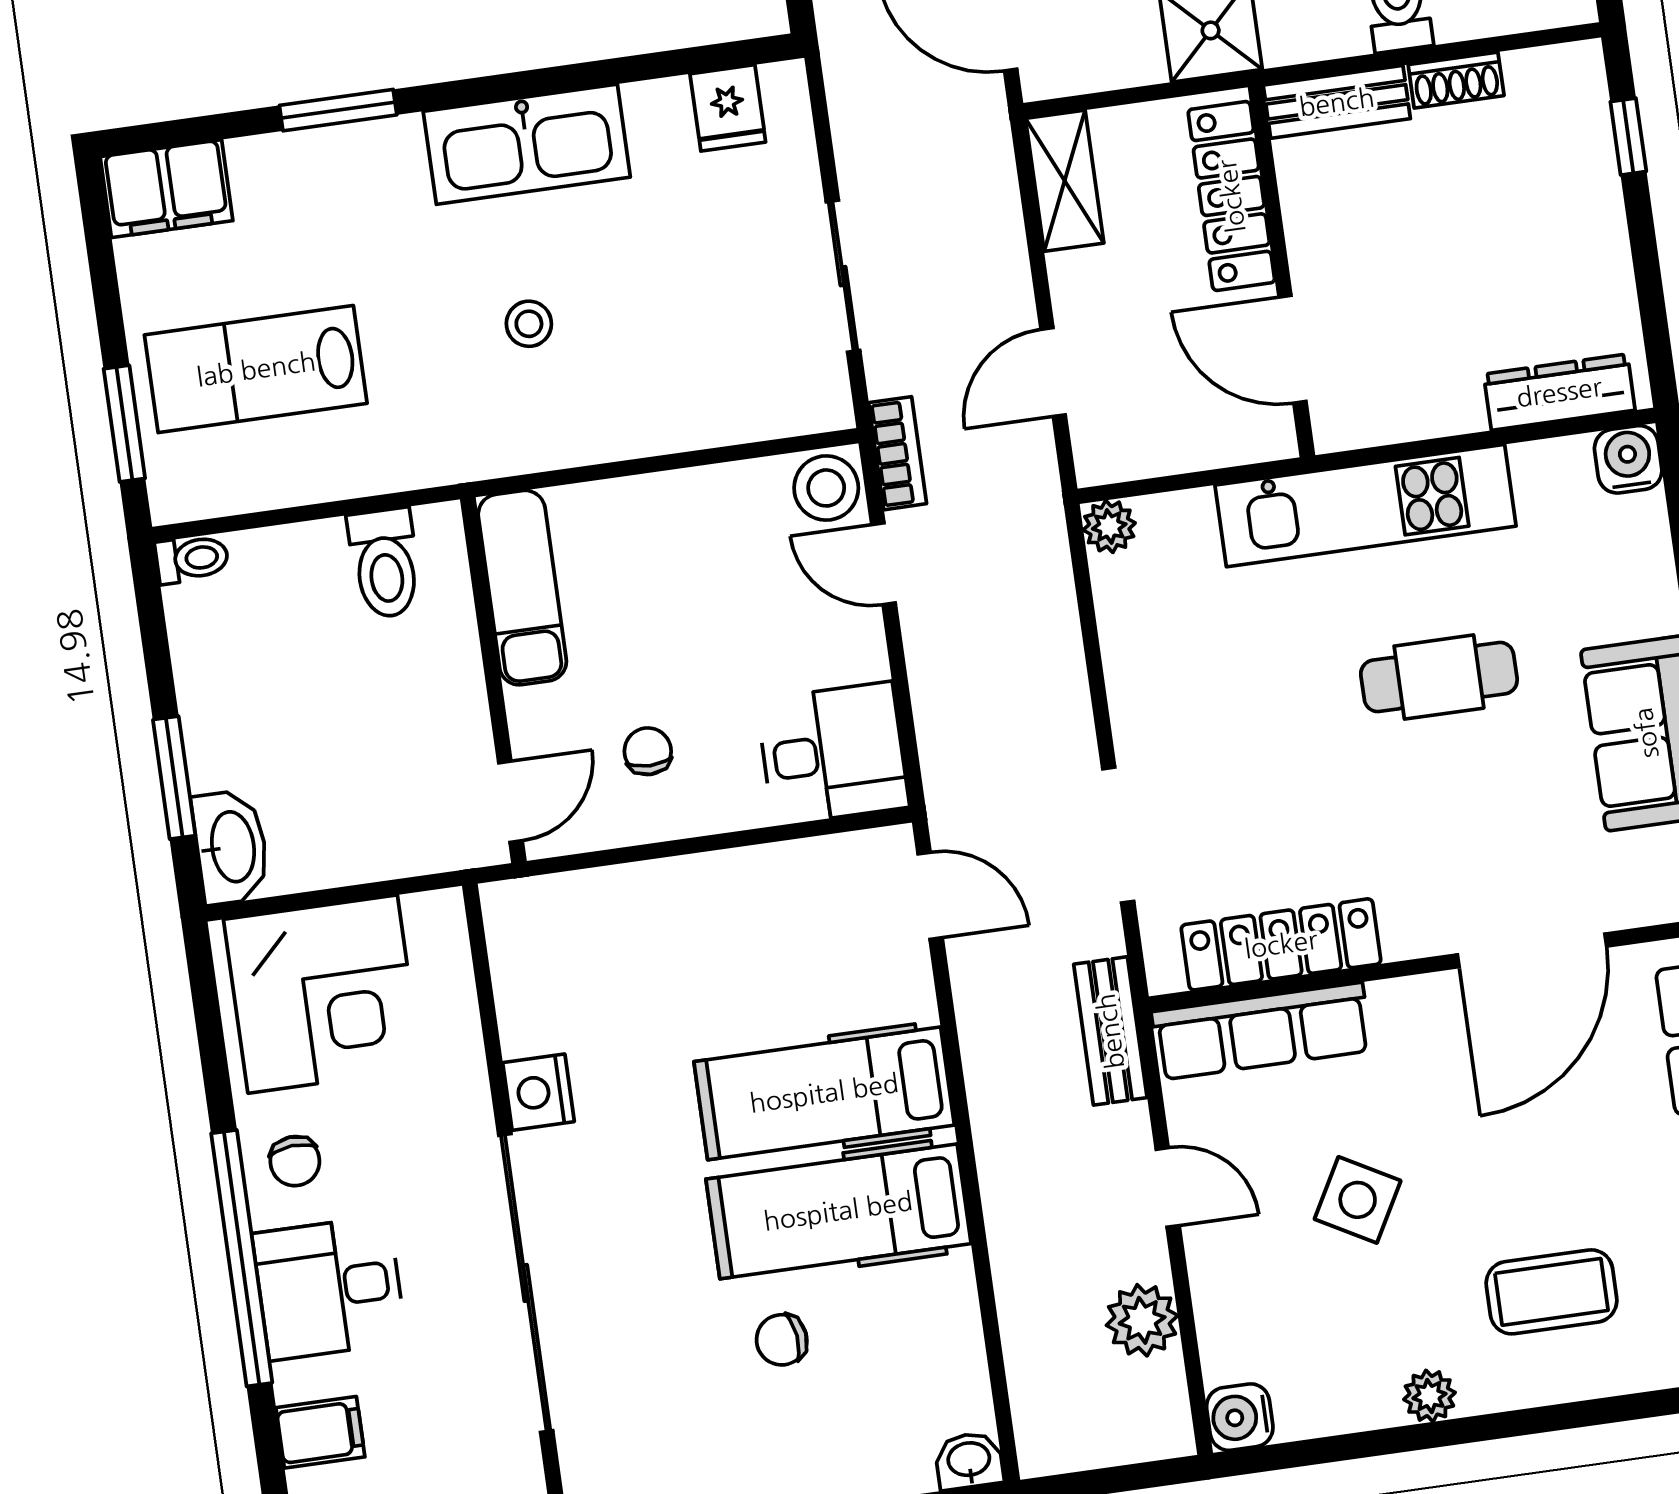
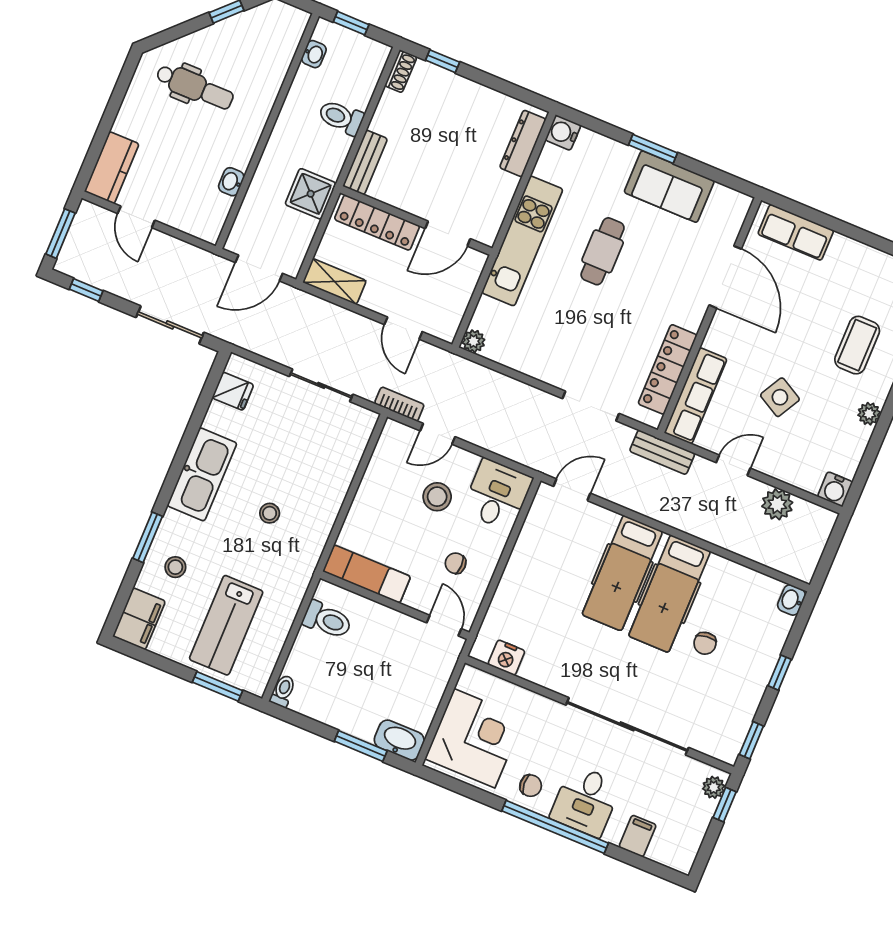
shoe rack: (1456, 80) -> (401, 71), moved
stool: (312, 200) -> (175, 567), added
stool: (826, 488) -> (437, 497), moved
nightstand: (538, 1092) -> (506, 658), moved

